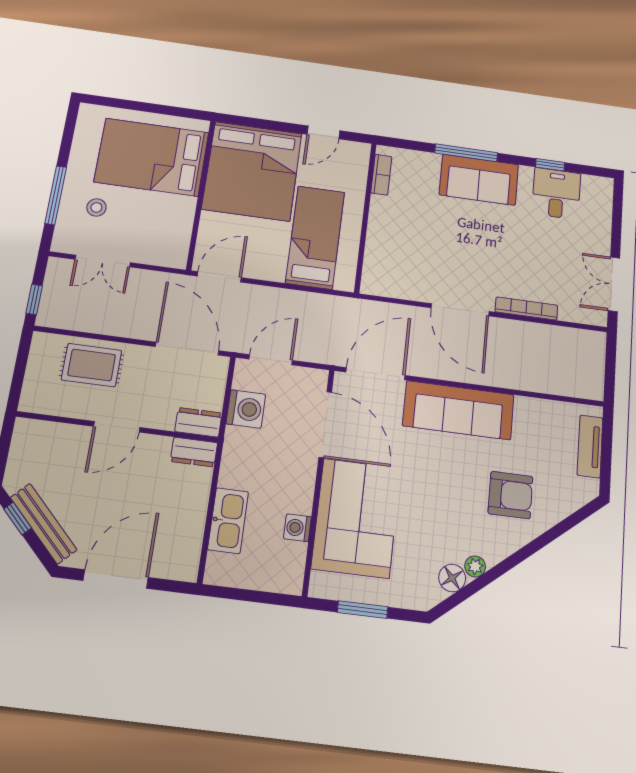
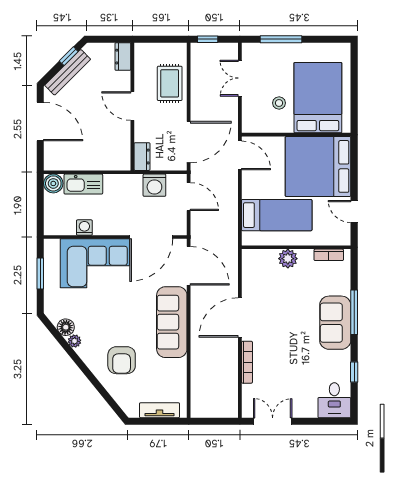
desk: (556, 194) -> (334, 400), moved, turned 90
stool: (96, 207) -> (279, 103), moved
plant: (380, 231) -> (288, 259), added
dresser: (194, 452) -> (123, 57), moved
boiler: (220, 570) -> (53, 183), added

